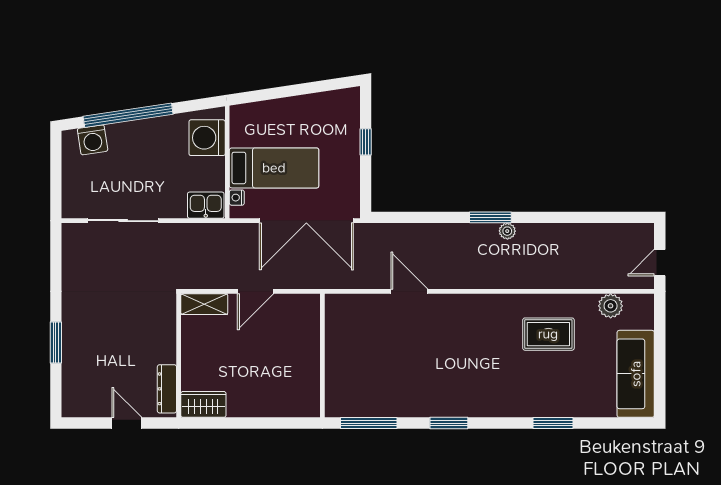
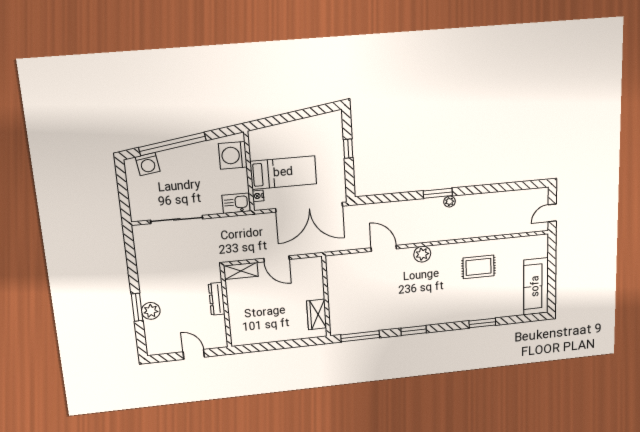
door: (255, 291) -> (276, 259), hinge flipped
plant: (611, 306) -> (422, 254), moved
plant: (74, 350) -> (151, 311), added
dresser: (167, 389) -> (217, 299), moved
wardrobe: (203, 404) -> (317, 314), moved, turned -90

